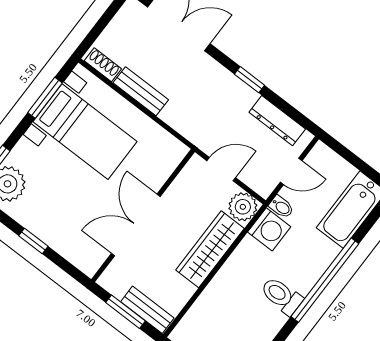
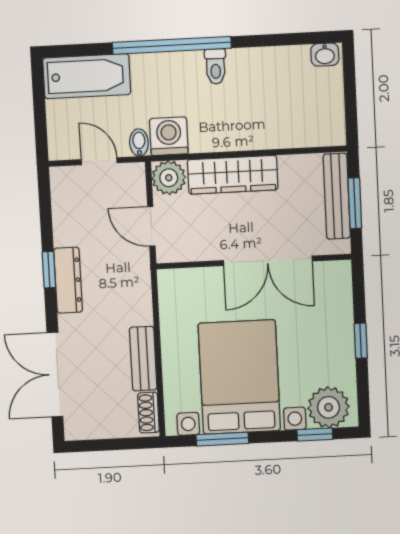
dresser: (277, 121) -> (68, 280), moved
bed with nightstands: (85, 132) -> (239, 377), width x1.36
toilet: (282, 296) -> (216, 66), width x0.73, depth x0.72
bench: (147, 310) -> (337, 196), width x1.36

